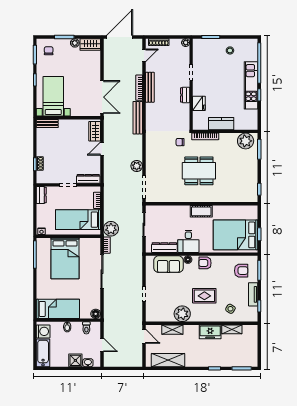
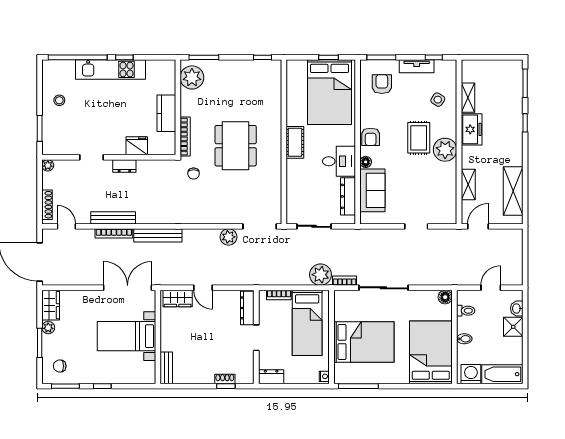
bed with nightstands: (53, 96) -> (126, 336), moved
bed: (58, 309) -> (431, 352), width x1.50
plant: (182, 314) -> (445, 150), moved

